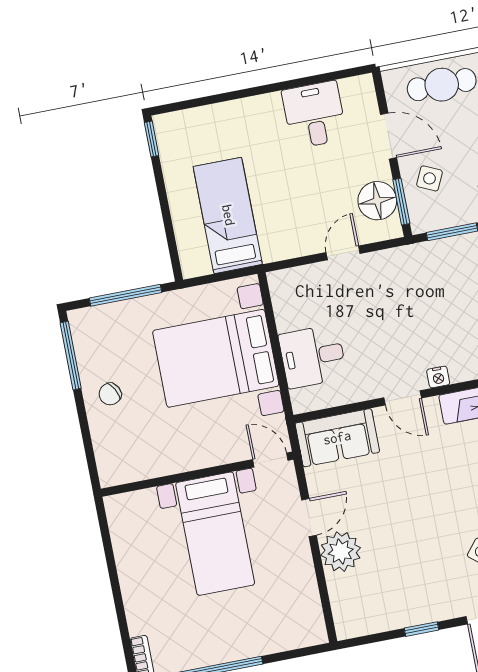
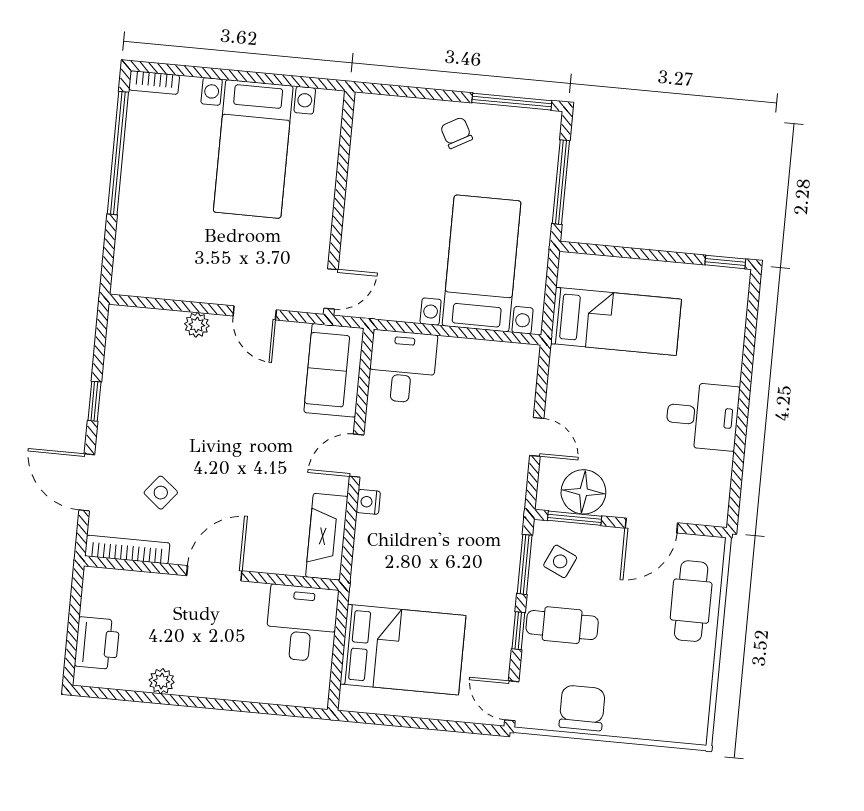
desk: (314, 115) -> (702, 416), moved
side table: (430, 178) -> (560, 561), moved
desk: (313, 356) -> (402, 367), moved
bed with nightstands: (216, 358) -> (482, 263), width x0.73
bed with nightstands: (215, 534) -> (253, 149), moved, turned -90
plant: (341, 552) -> (197, 325), width x0.53, depth x0.53

